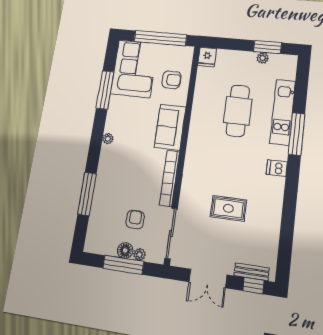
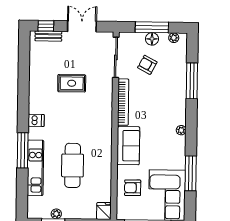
armchair: (135, 220) -> (147, 65), turned 118
plant: (140, 254) -> (174, 38), moved

